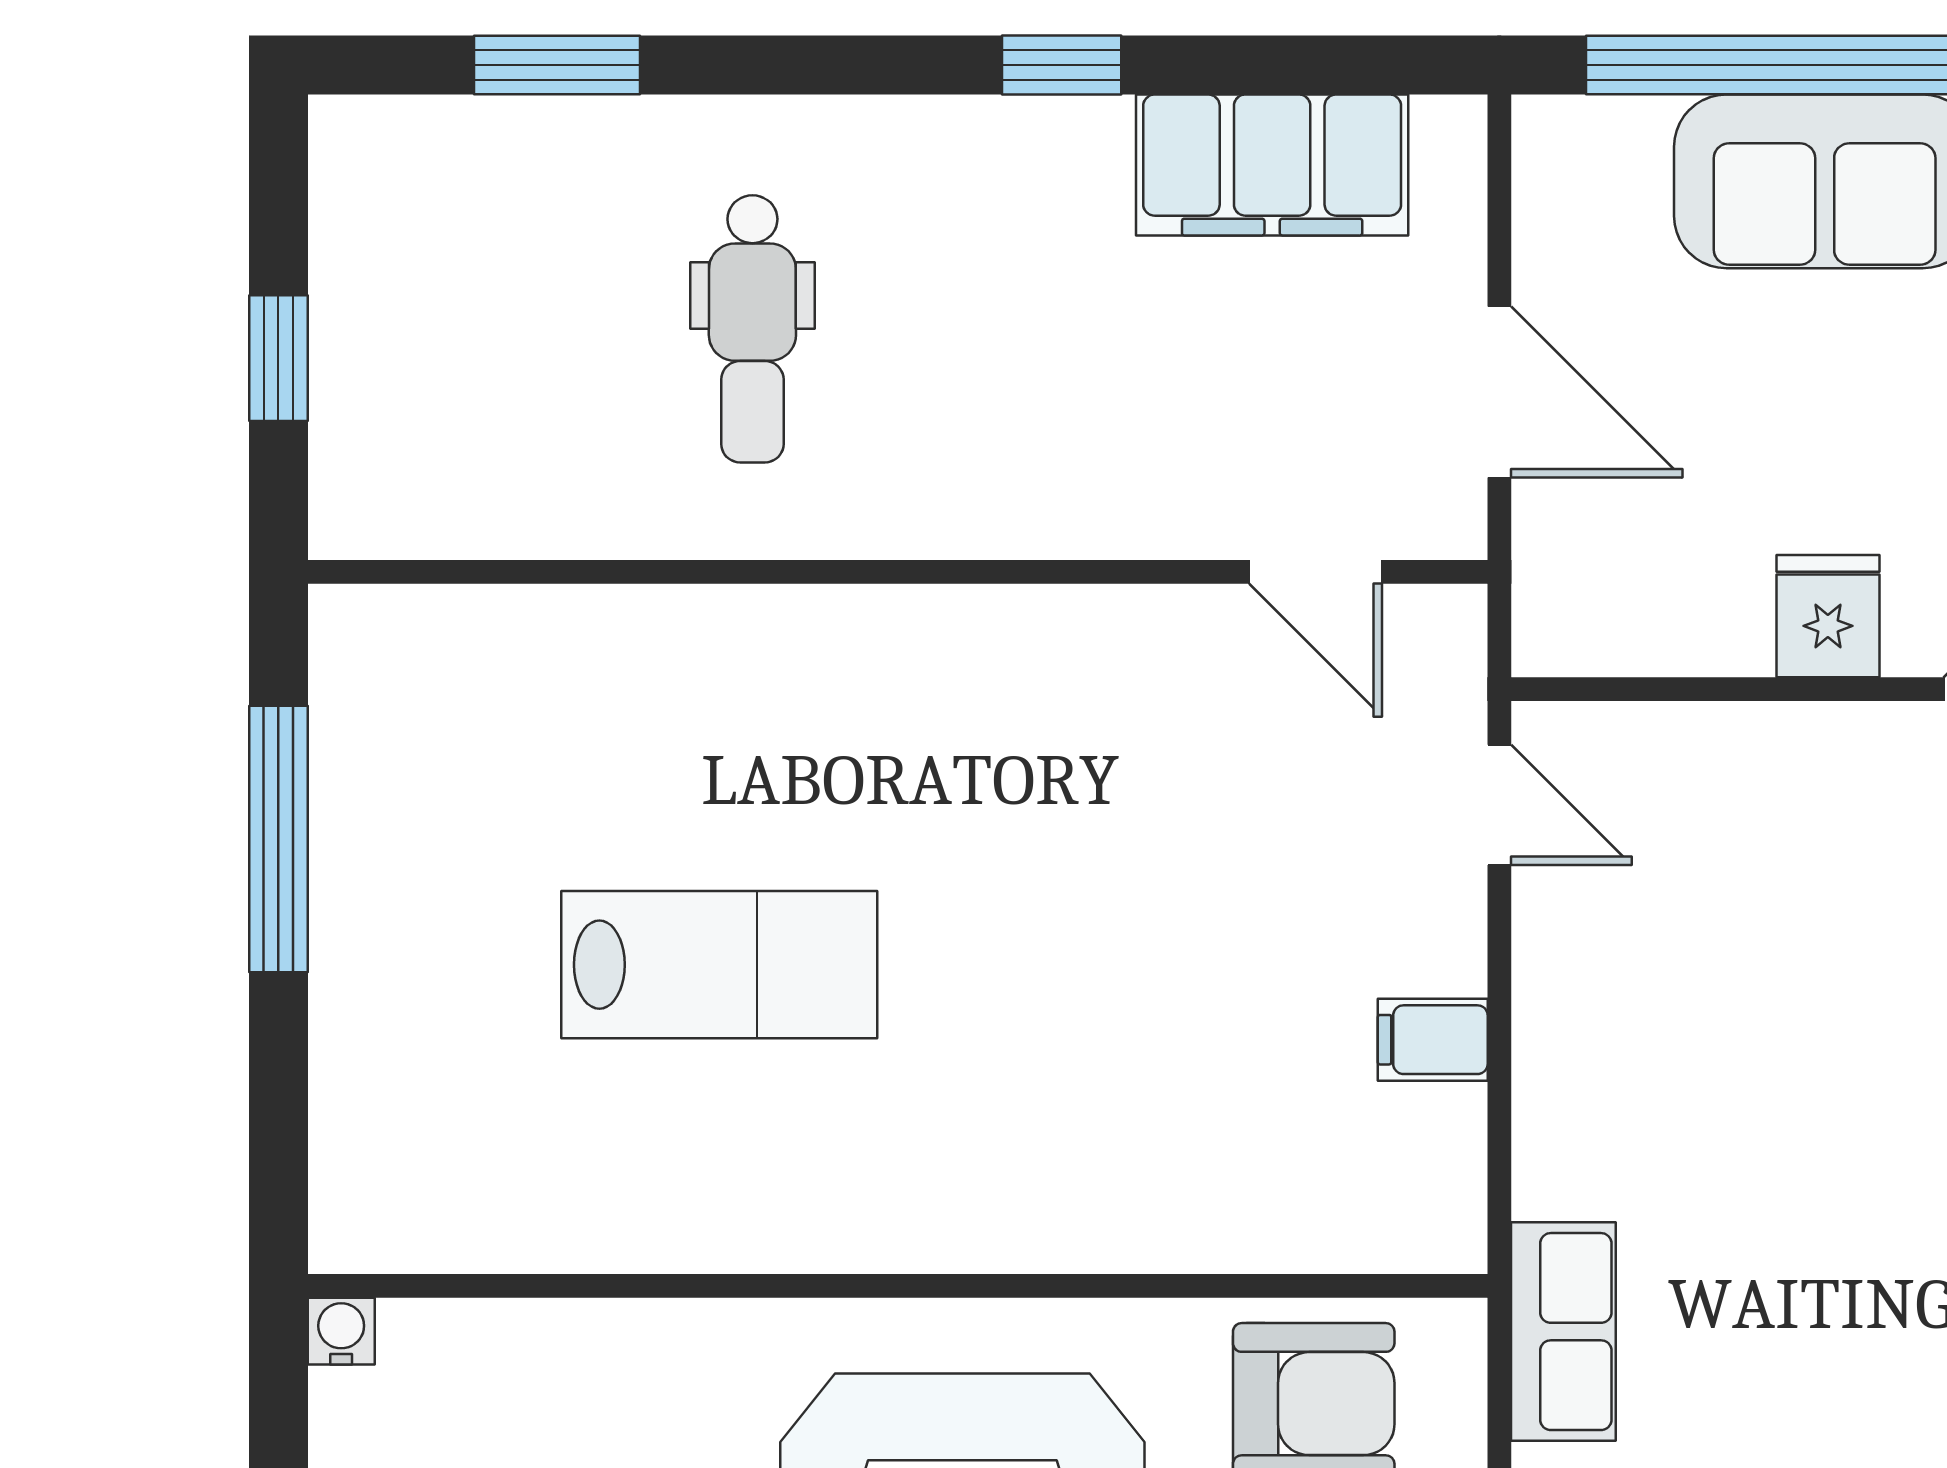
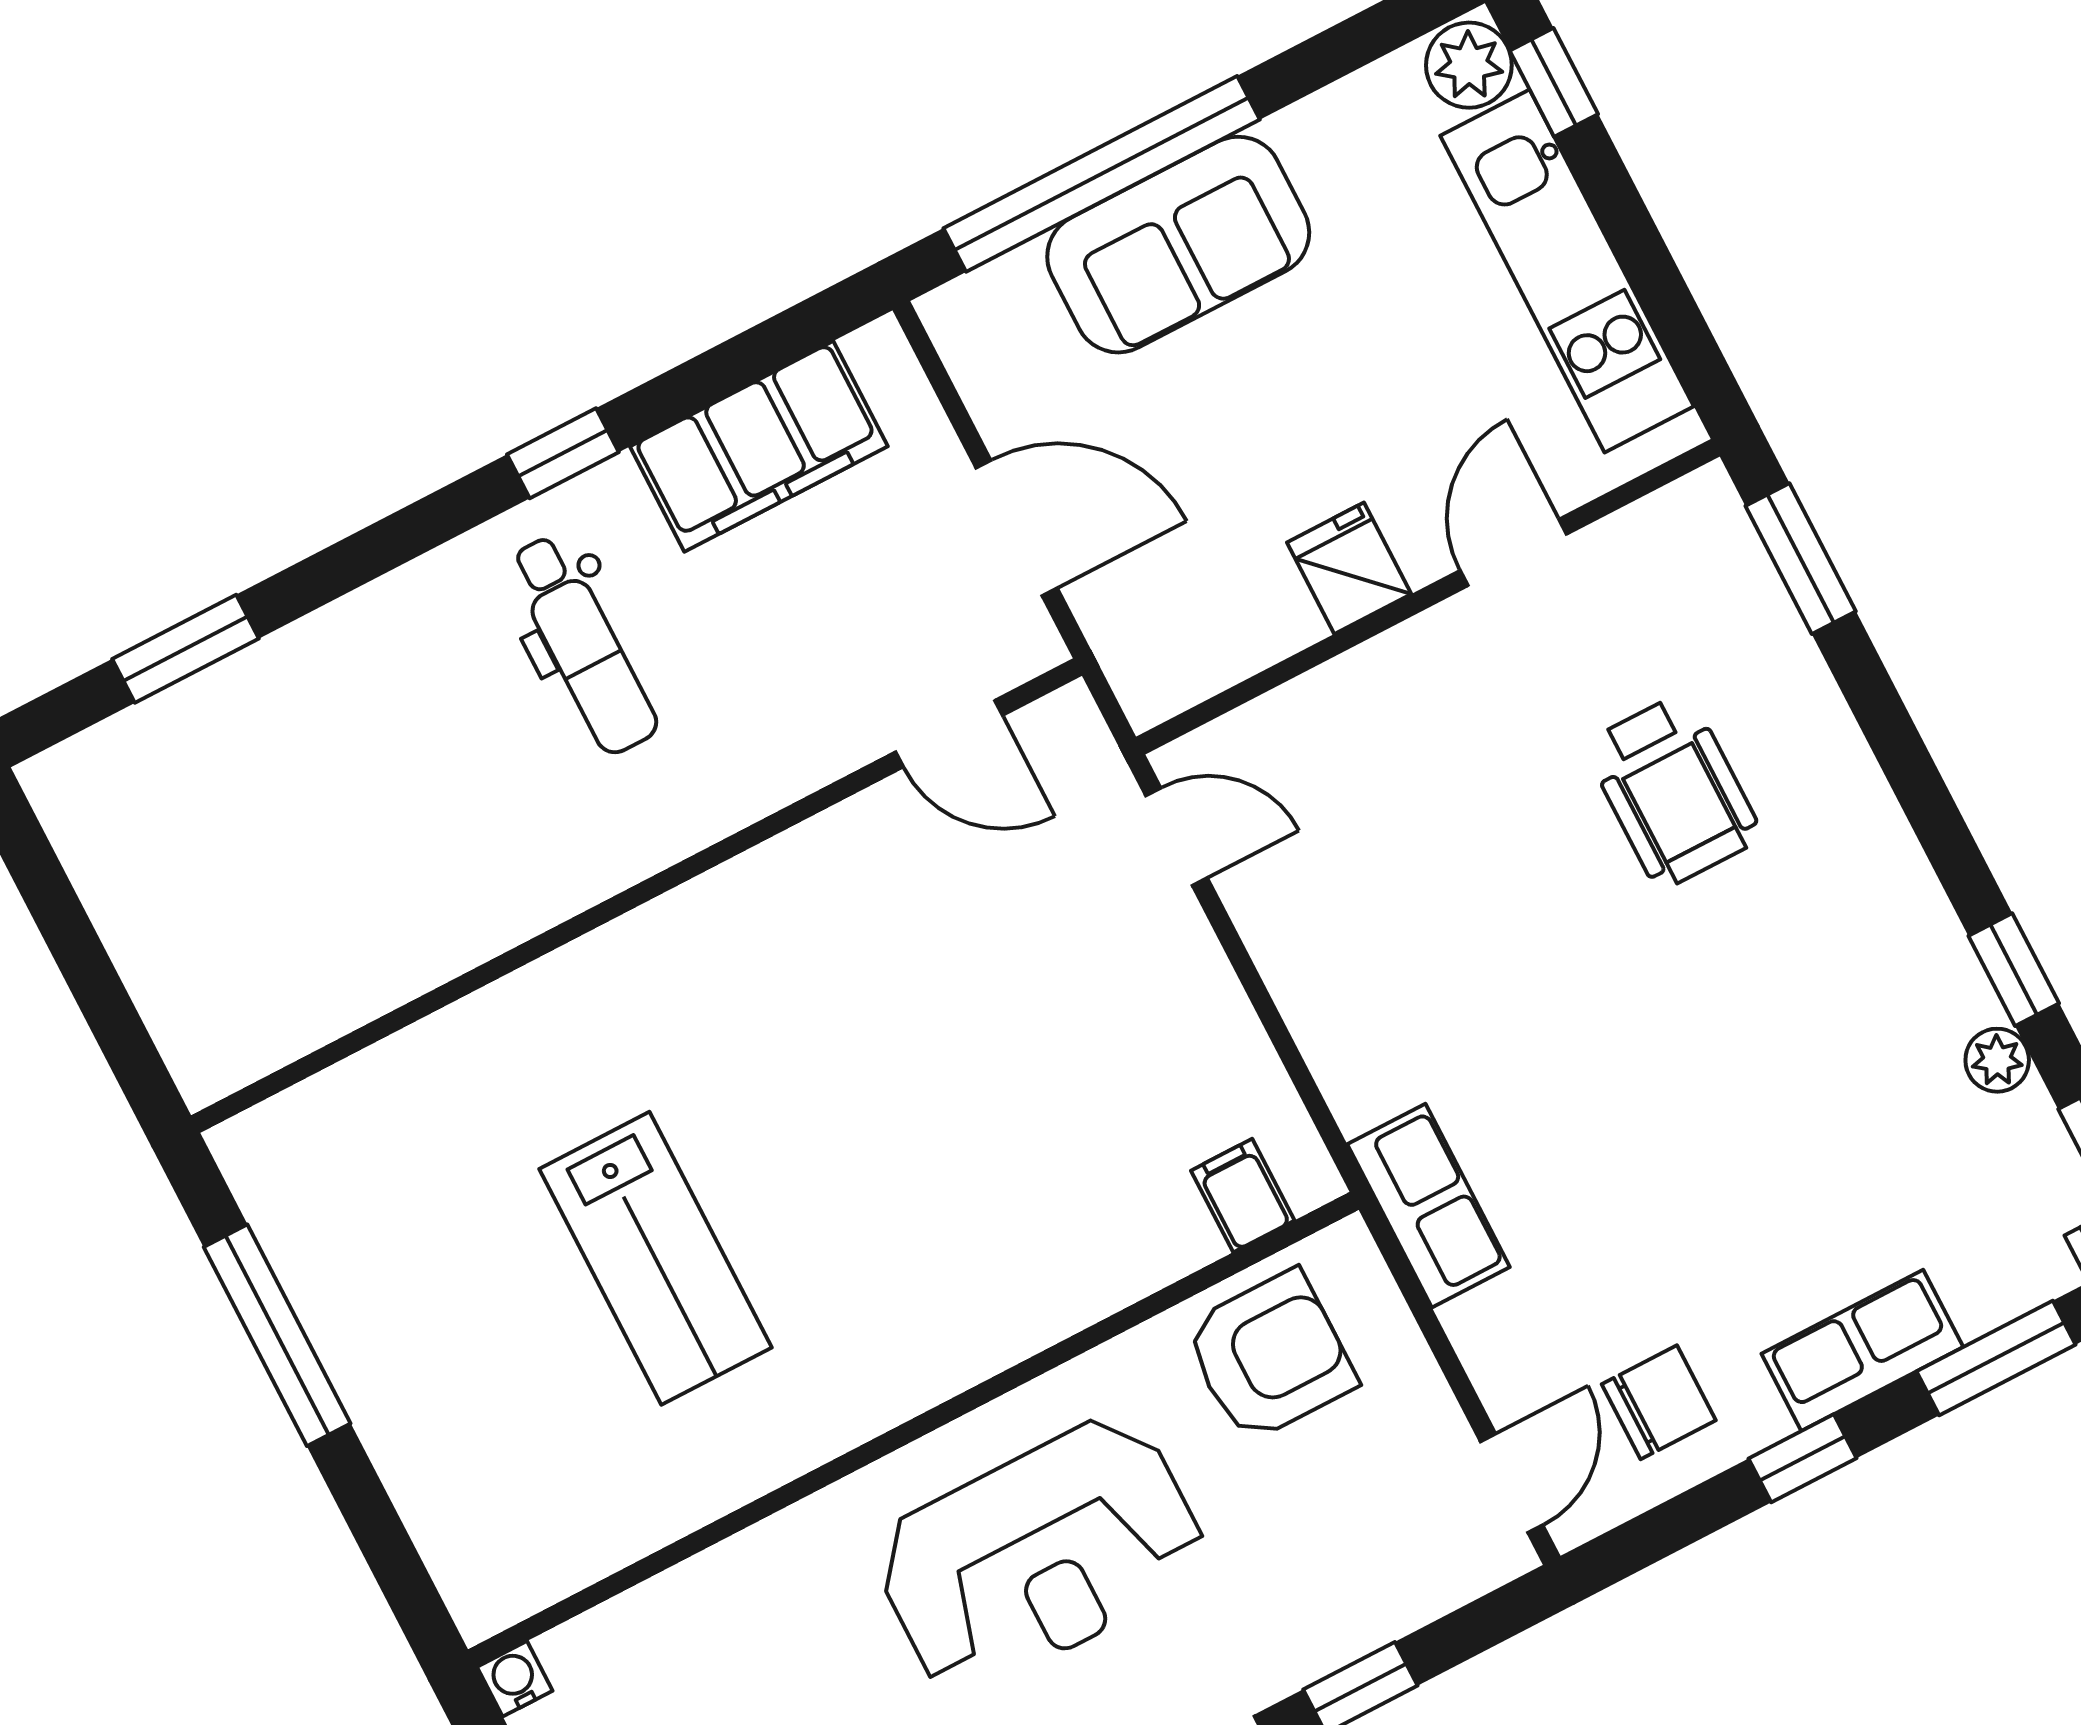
dental chair: (752, 329) -> (583, 645), moved
window: (278, 358) -> (91, 976), removed
lab bench: (719, 965) -> (655, 1258), turned 90
filing cabinet: (1433, 1040) -> (1243, 1196), moved, turned 90

